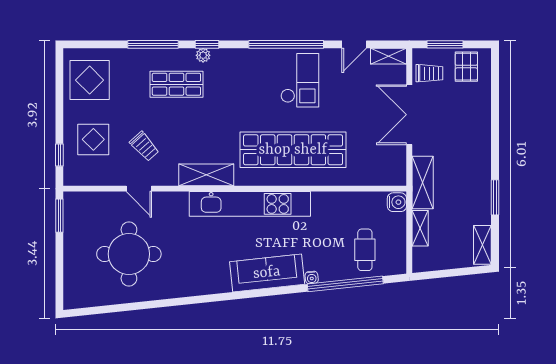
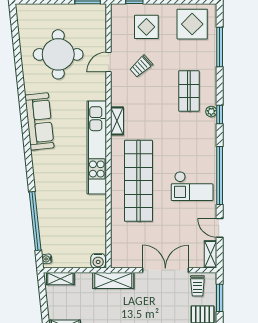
window: (153, 44) -> (220, 47), moved
shelving: (206, 175) -> (117, 121), width x0.67, depth x0.75
shelving: (420, 228) -> (60, 279), moved
cafe table: (365, 250) -> (61, 236), removed
sofa: (267, 273) -> (39, 121), moved
water cooler: (312, 278) -> (47, 259), moved

